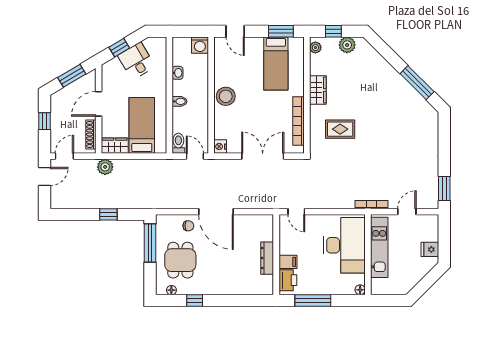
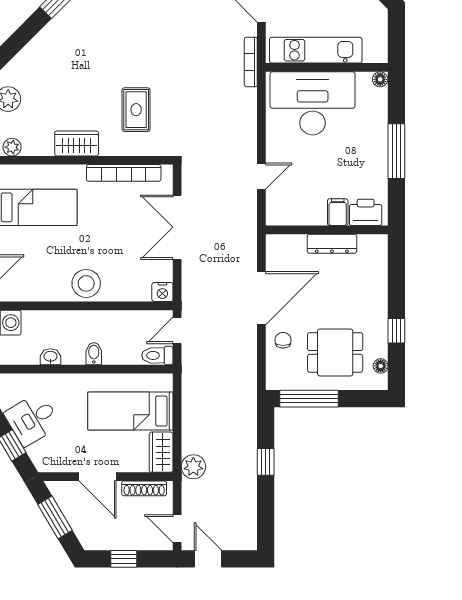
wall: (276, 255) -> (327, 230), moved
dresser: (267, 258) -> (332, 244), moved
filing cabinet: (288, 262) -> (338, 212), moved
printer: (288, 280) -> (366, 212), moved

